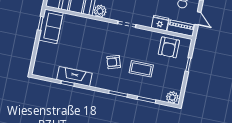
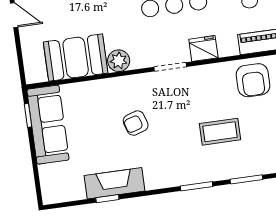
fridge: (160, 23) -> (203, 48), moved
sofa: (51, 26) -> (48, 125), width x1.36
armchair: (114, 62) -> (136, 123), moved

